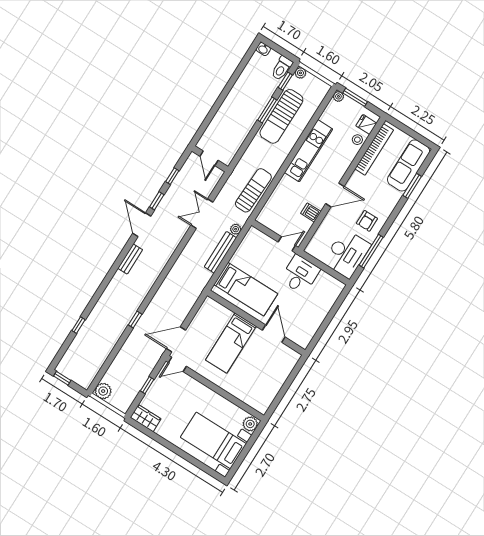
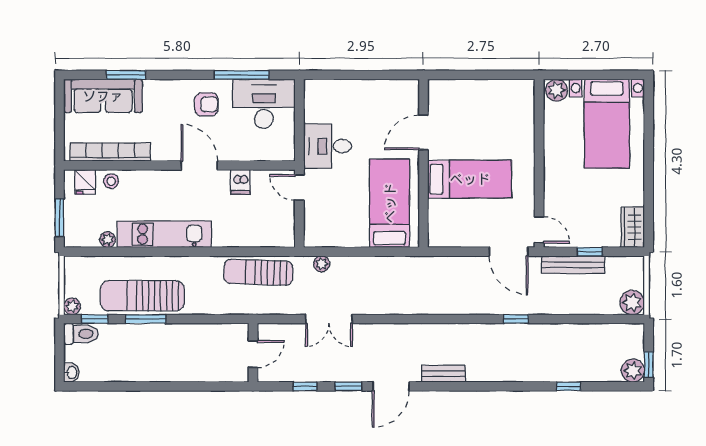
plant: (338, 96) -> (108, 240), moved
sun lounger: (281, 116) -> (142, 296), turned 180
bench: (220, 252) -> (573, 265), moved
plant: (64, 367) -> (633, 371), added

